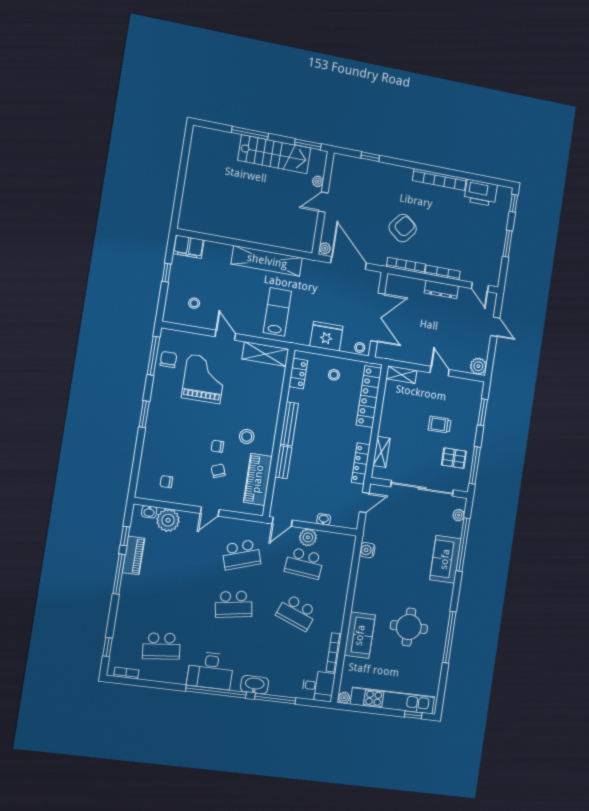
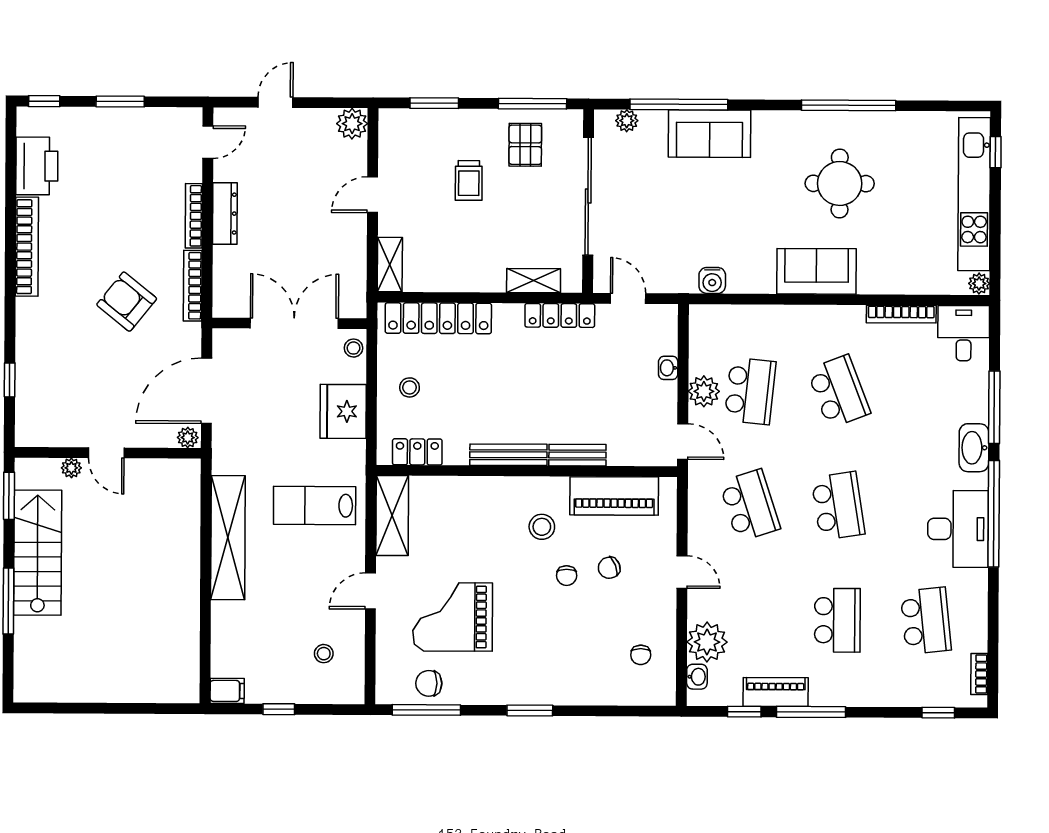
filing cabinet: (188, 247) -> (227, 691), width x0.50
school desk: (169, 596) -> (837, 620), added
school desk: (297, 612) -> (839, 391), turned -42
sofa: (360, 635) -> (816, 271), moved

